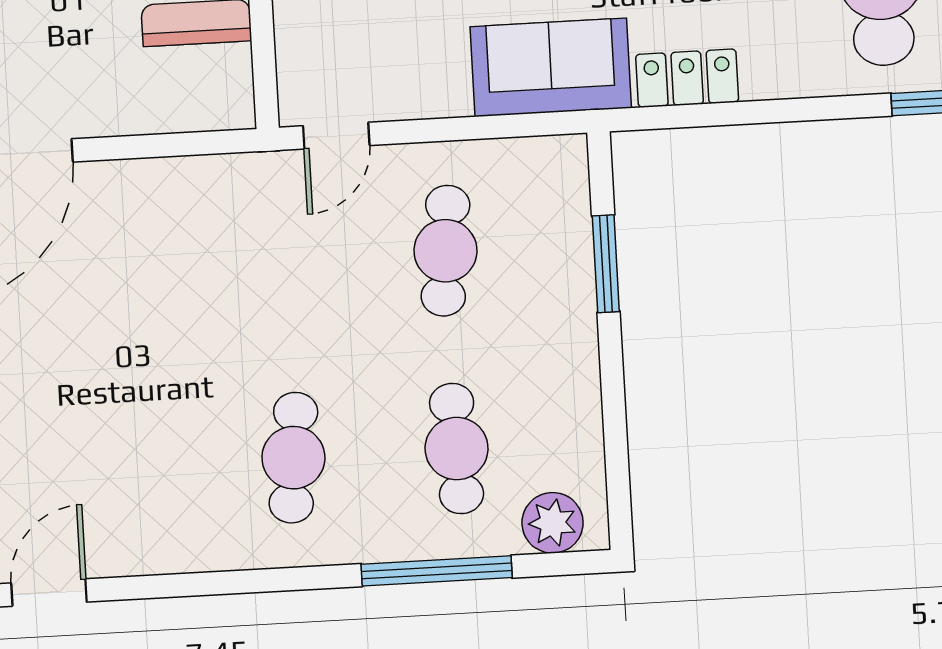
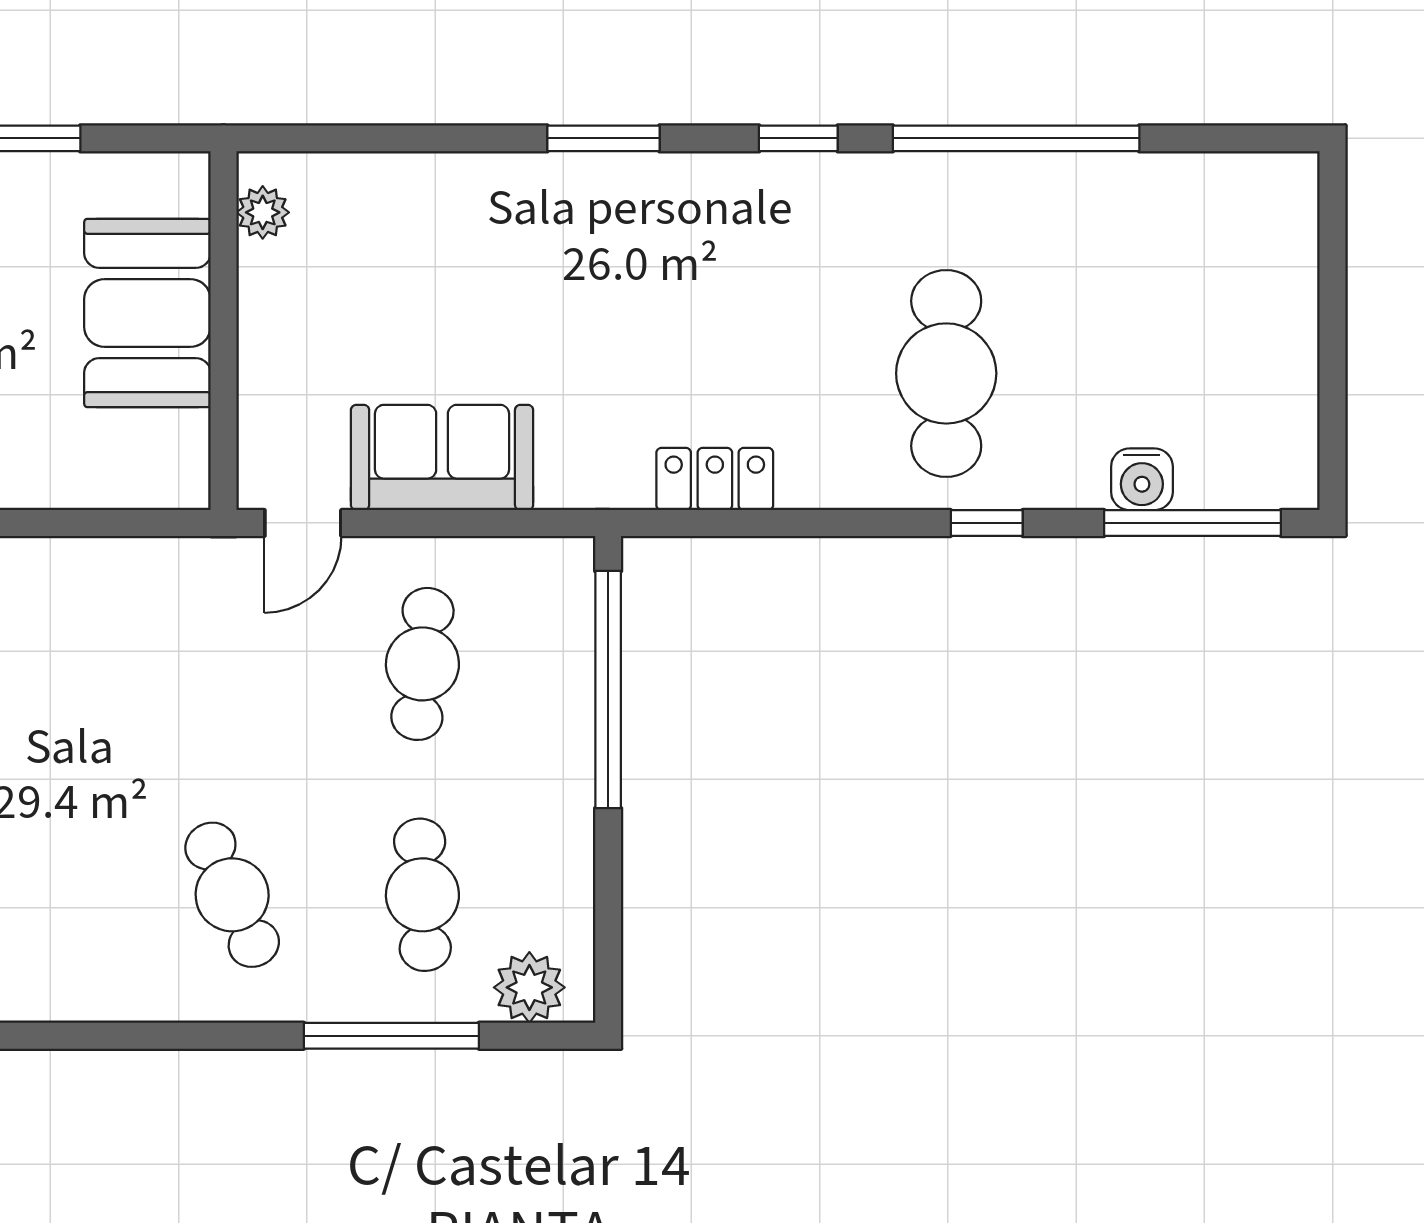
sofa: (551, 67) -> (442, 457), moved
window: (606, 264) -> (608, 690), width x2.11
cafe table: (293, 458) -> (232, 895), turned -30

